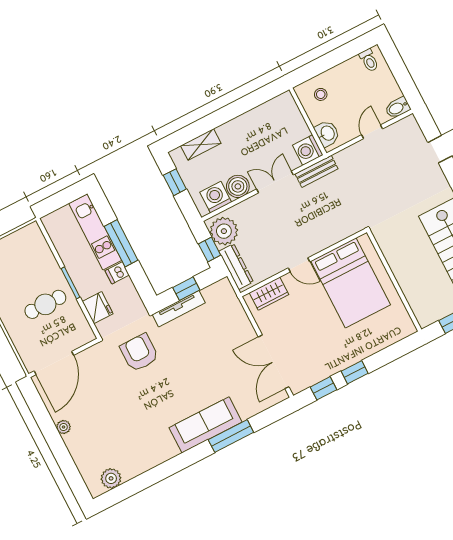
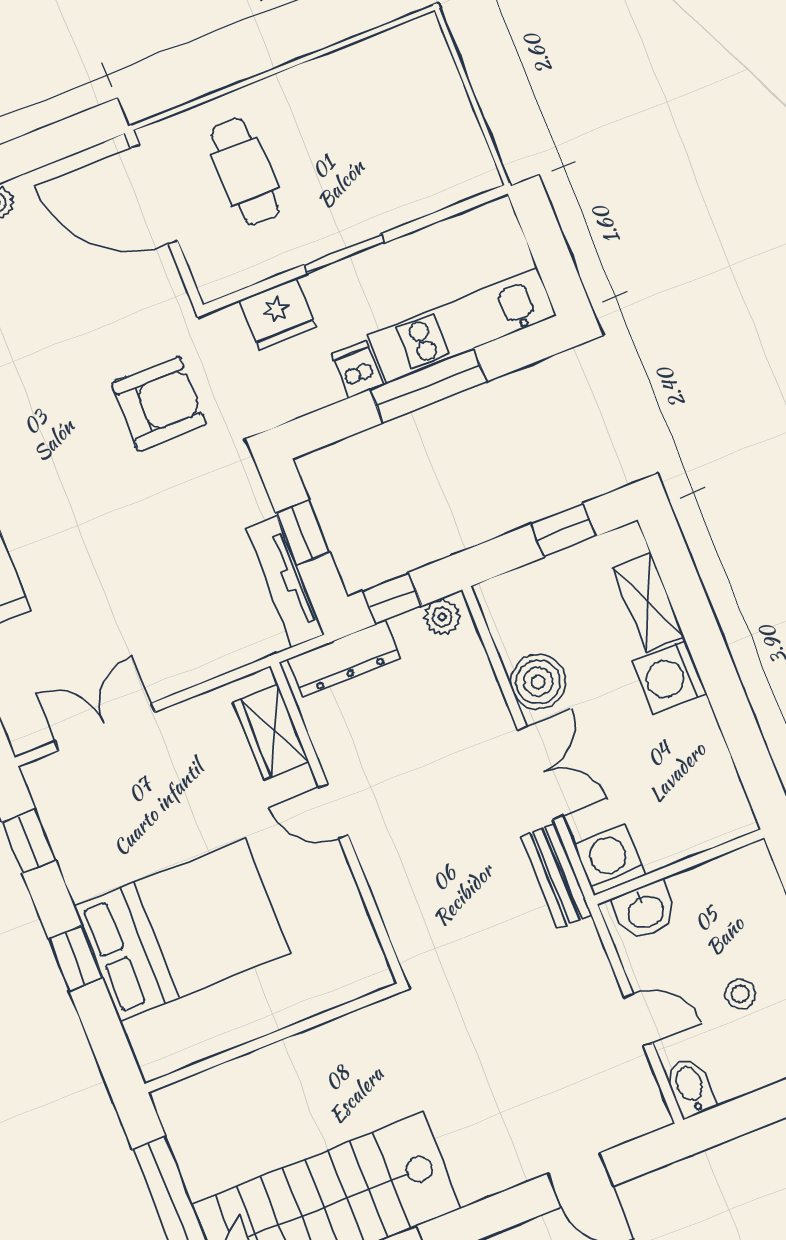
stool: (321, 94) -> (740, 994), moved
washing machine: (216, 197) -> (669, 677), moved, turned 180
plant: (224, 231) -> (442, 617), width x0.53, depth x0.53
door: (299, 265) -> (333, 811), hinge flipped
bed: (351, 283) -> (182, 930), moved, turned 180
cafe table: (45, 304) -> (245, 172), moved
tv unit: (179, 309) -> (285, 582), moved
double door: (274, 362) -> (105, 727), width x0.73
window: (355, 372) -> (76, 958), moved

